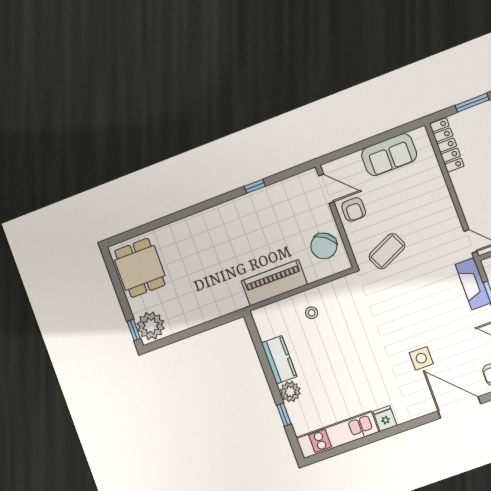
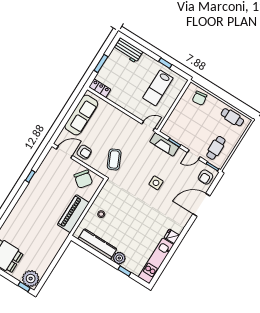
locker: (447, 145) -> (100, 88), width x0.66
sofa: (389, 155) -> (81, 115), width x1.36
side table: (421, 358) -> (156, 183), moved
kitchen counter: (279, 360) -> (97, 244), width x1.50

